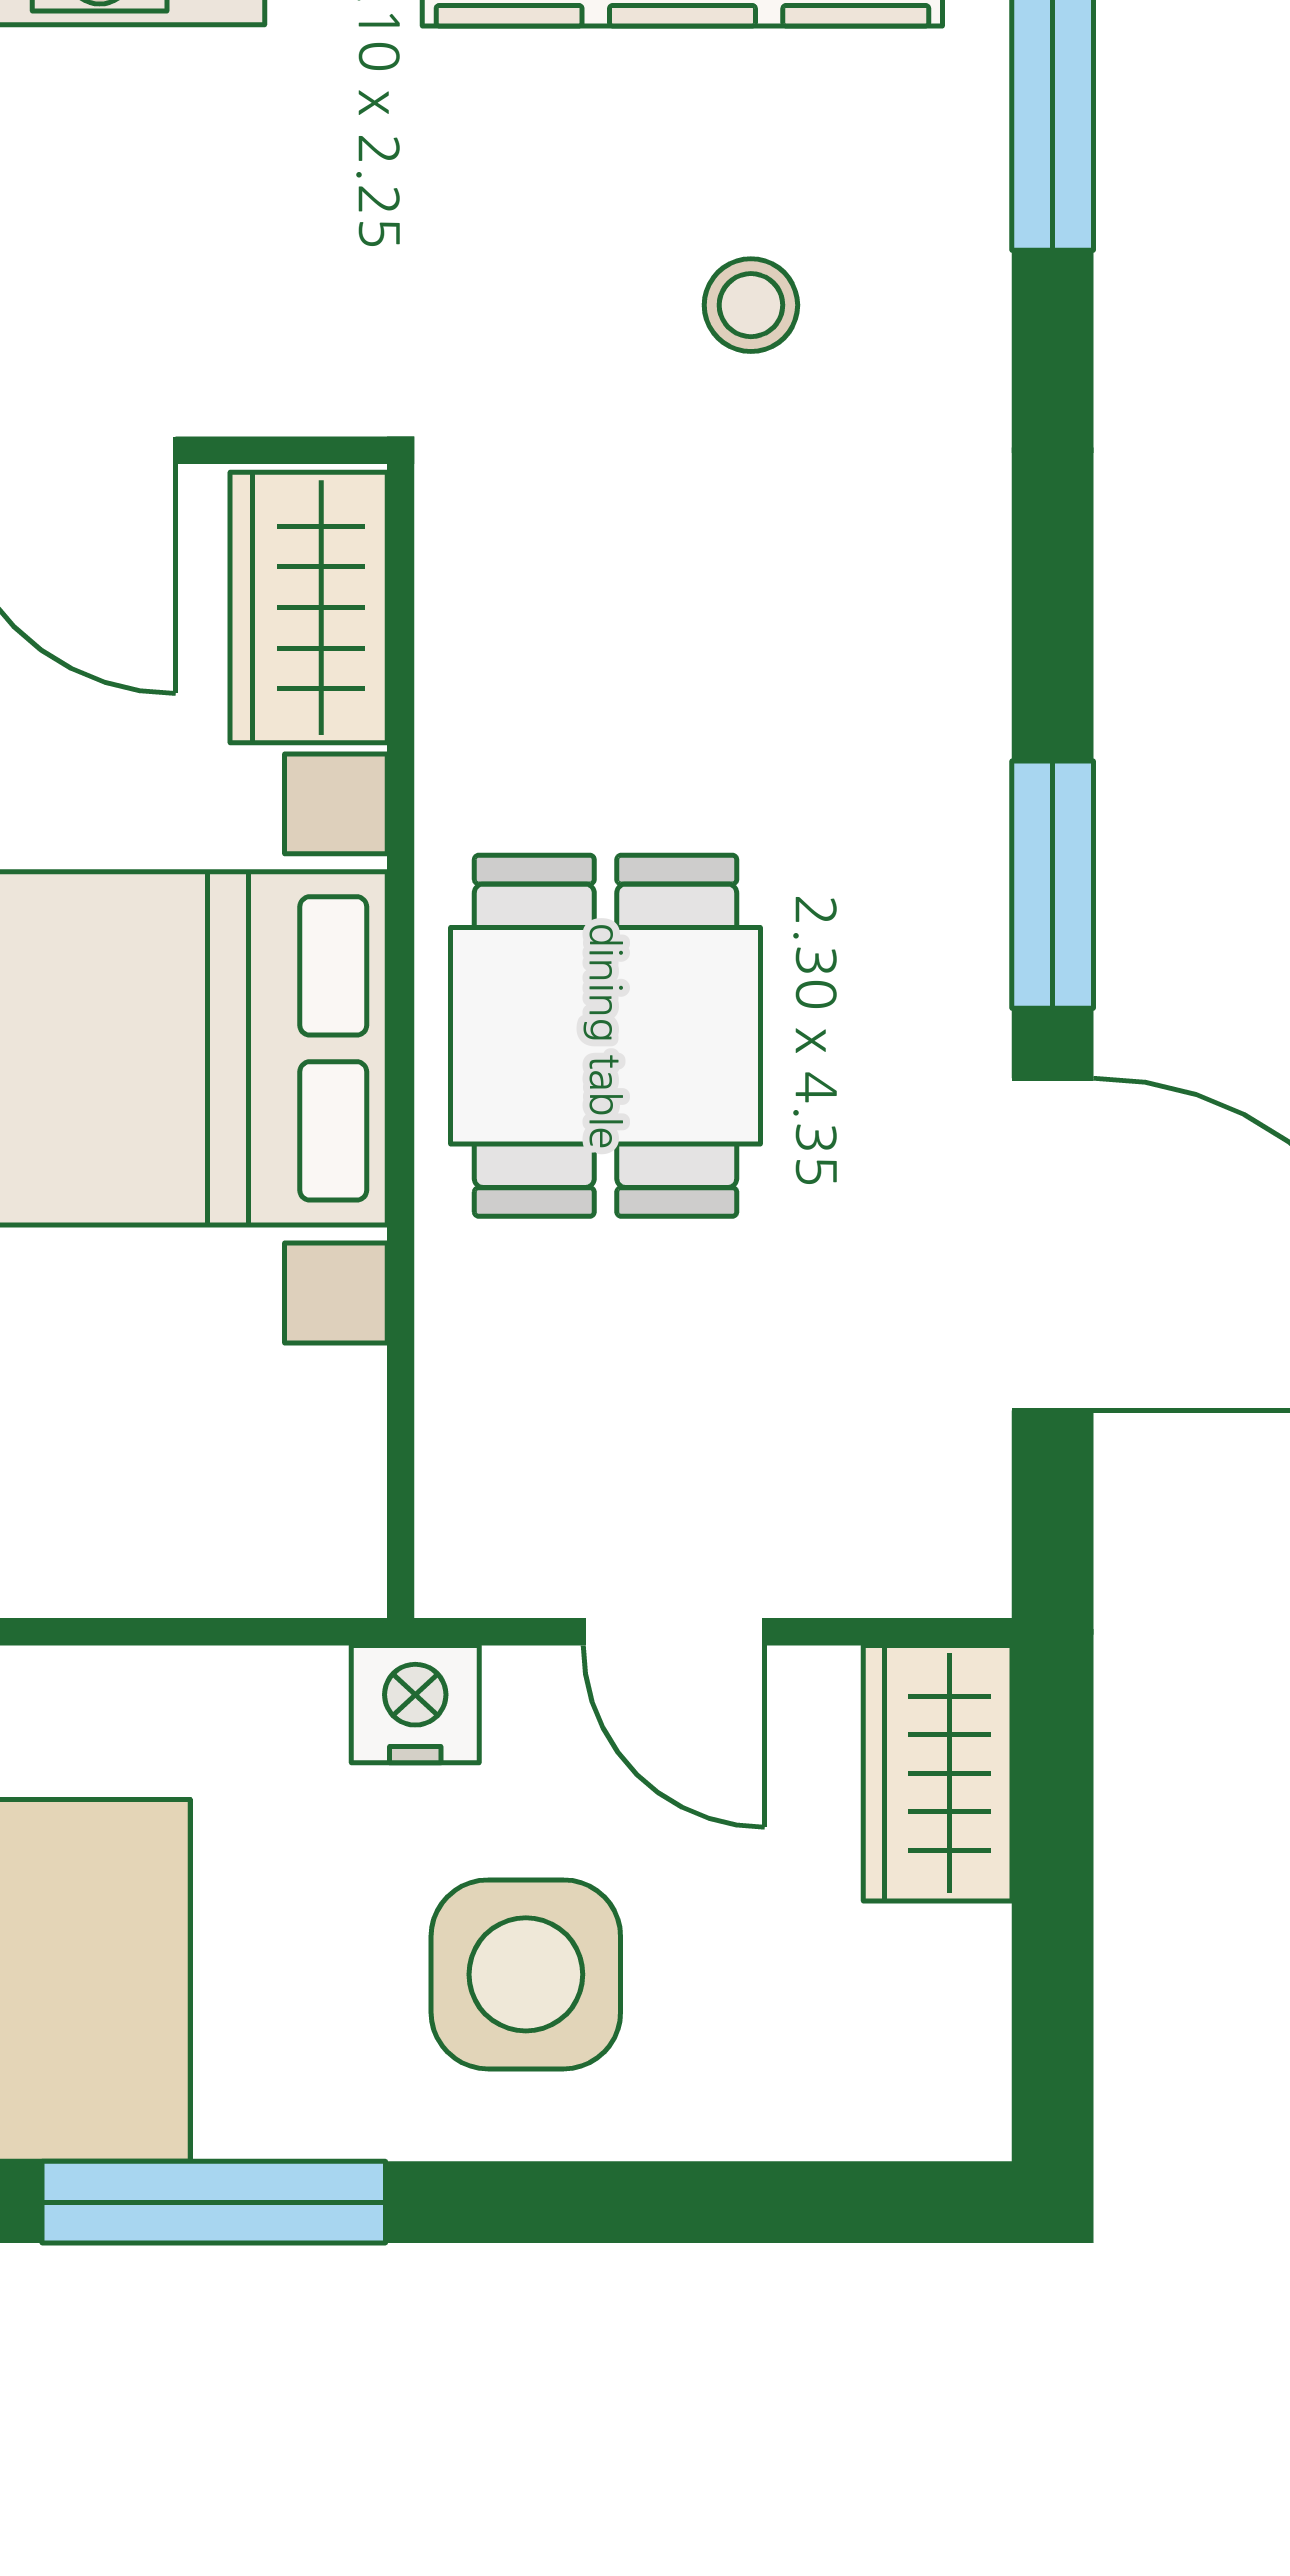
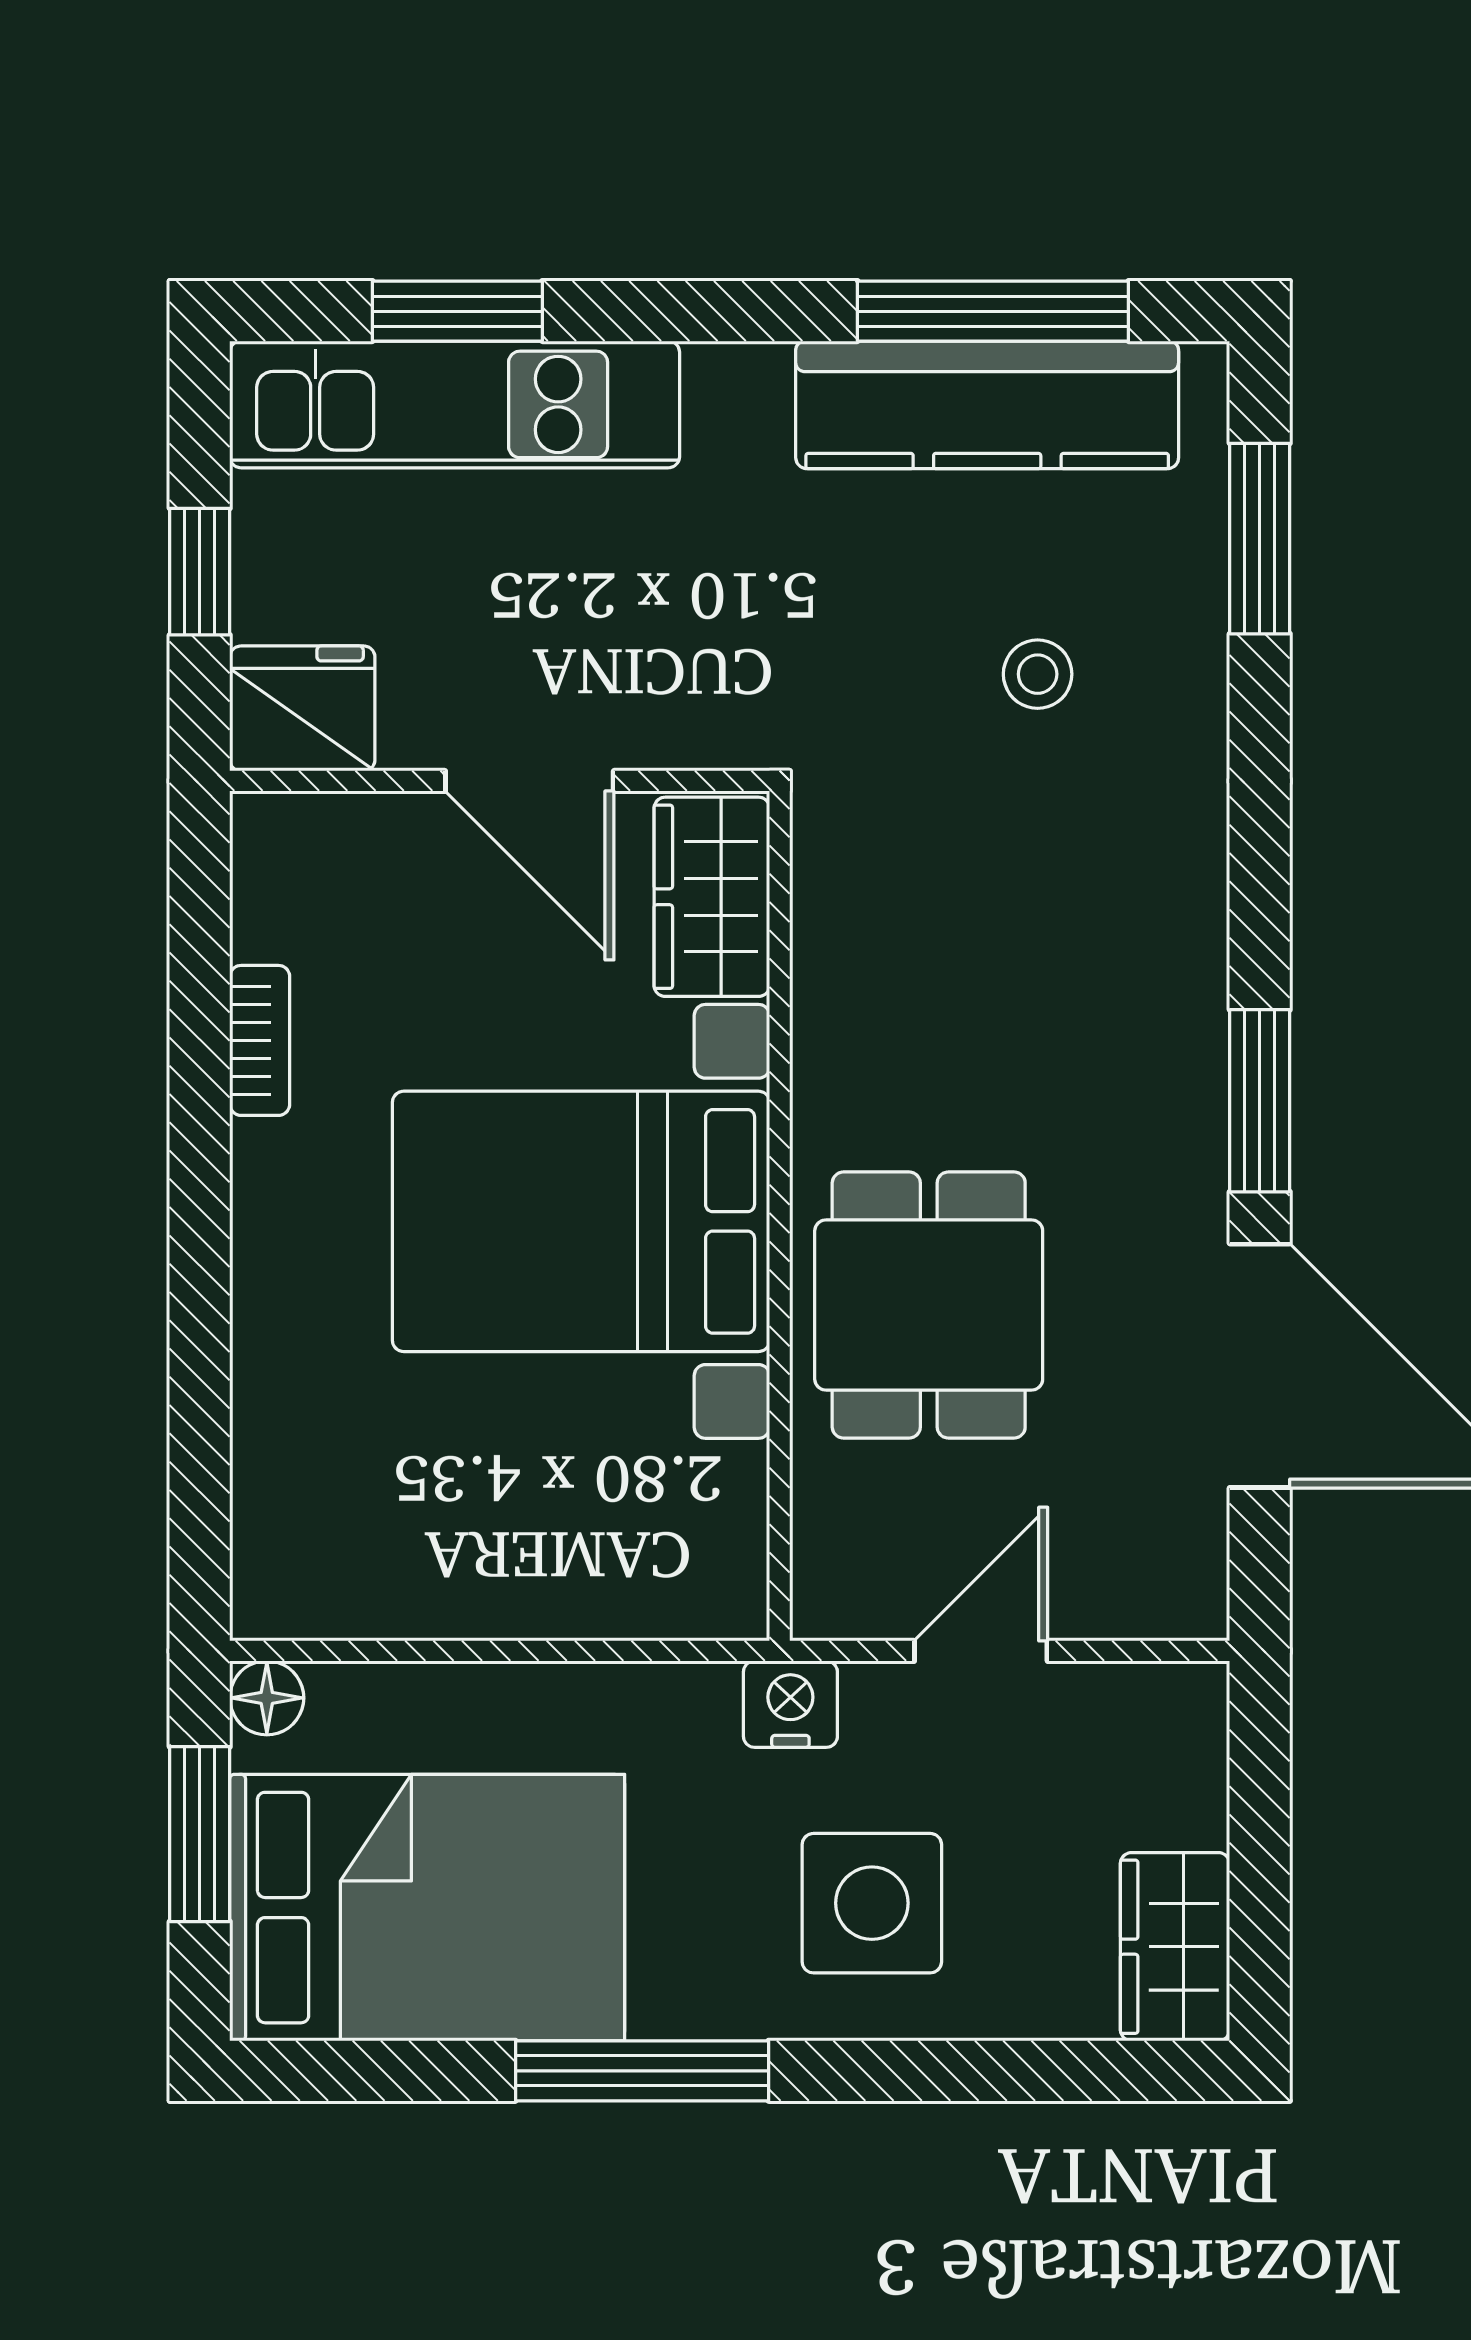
dining table: (606, 1036) -> (929, 1305), moved
door: (674, 1632) -> (981, 1651), swing flipped
wardrobe: (938, 1773) -> (1175, 1947), moved

